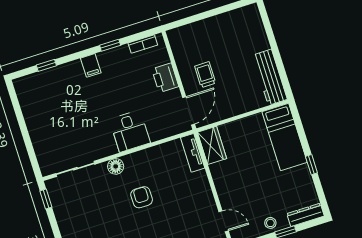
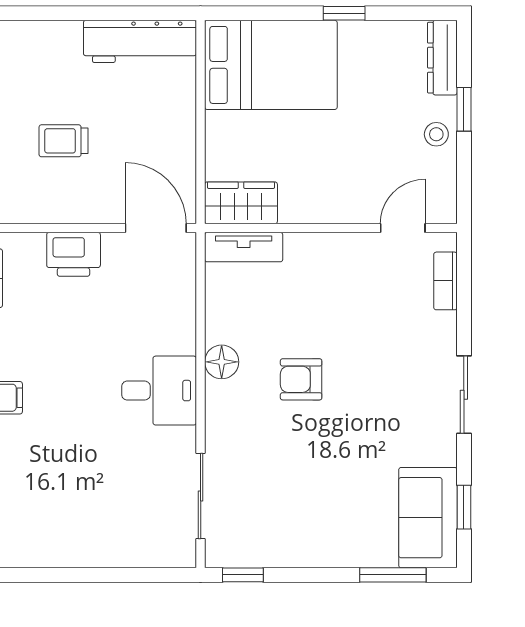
trolley: (205, 75) -> (63, 141), moved
desk: (130, 131) -> (159, 391), moved
bed: (285, 137) -> (271, 65), width x1.50
floor lamp: (116, 166) -> (222, 362), moved

